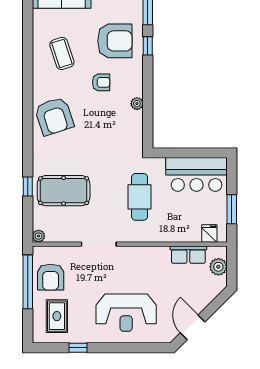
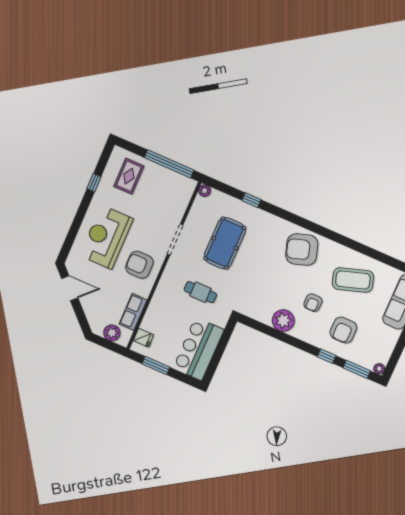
armchair: (115, 41) -> (343, 330), width x0.73, depth x0.73
coffee table: (62, 53) -> (353, 280), width x1.36, depth x1.32
plant: (137, 104) -> (283, 320), width x1.88, depth x1.88
pool table: (64, 191) -> (225, 243), moved
cafe table: (140, 197) -> (200, 292), width x0.73, depth x0.74
armchair: (51, 277) -> (139, 265), moved
rug: (57, 316) -> (129, 176), turned 90

